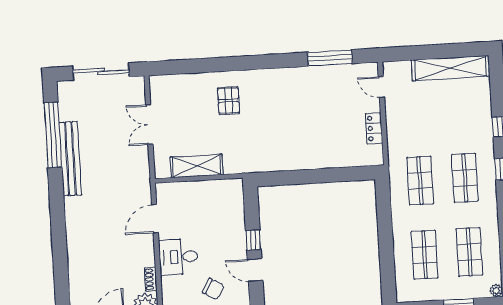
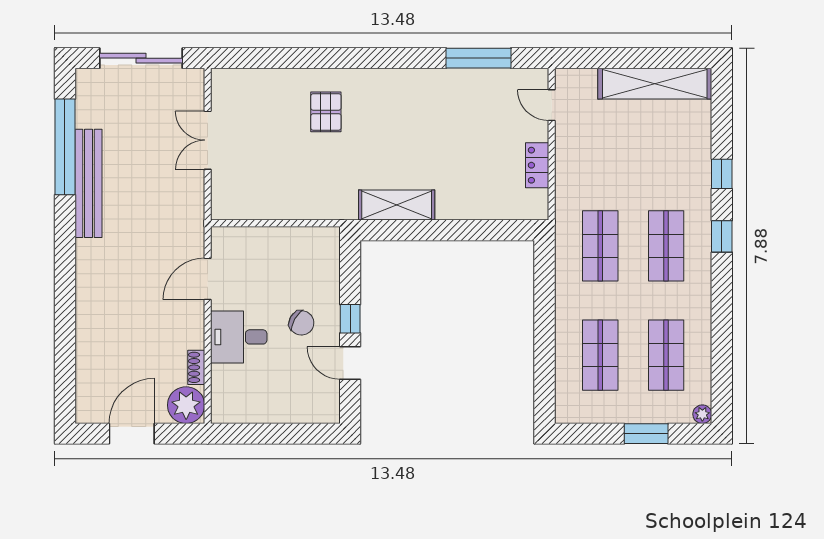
shelving: (197, 166) -> (397, 205), moved
chair: (213, 289) -> (301, 323), moved

